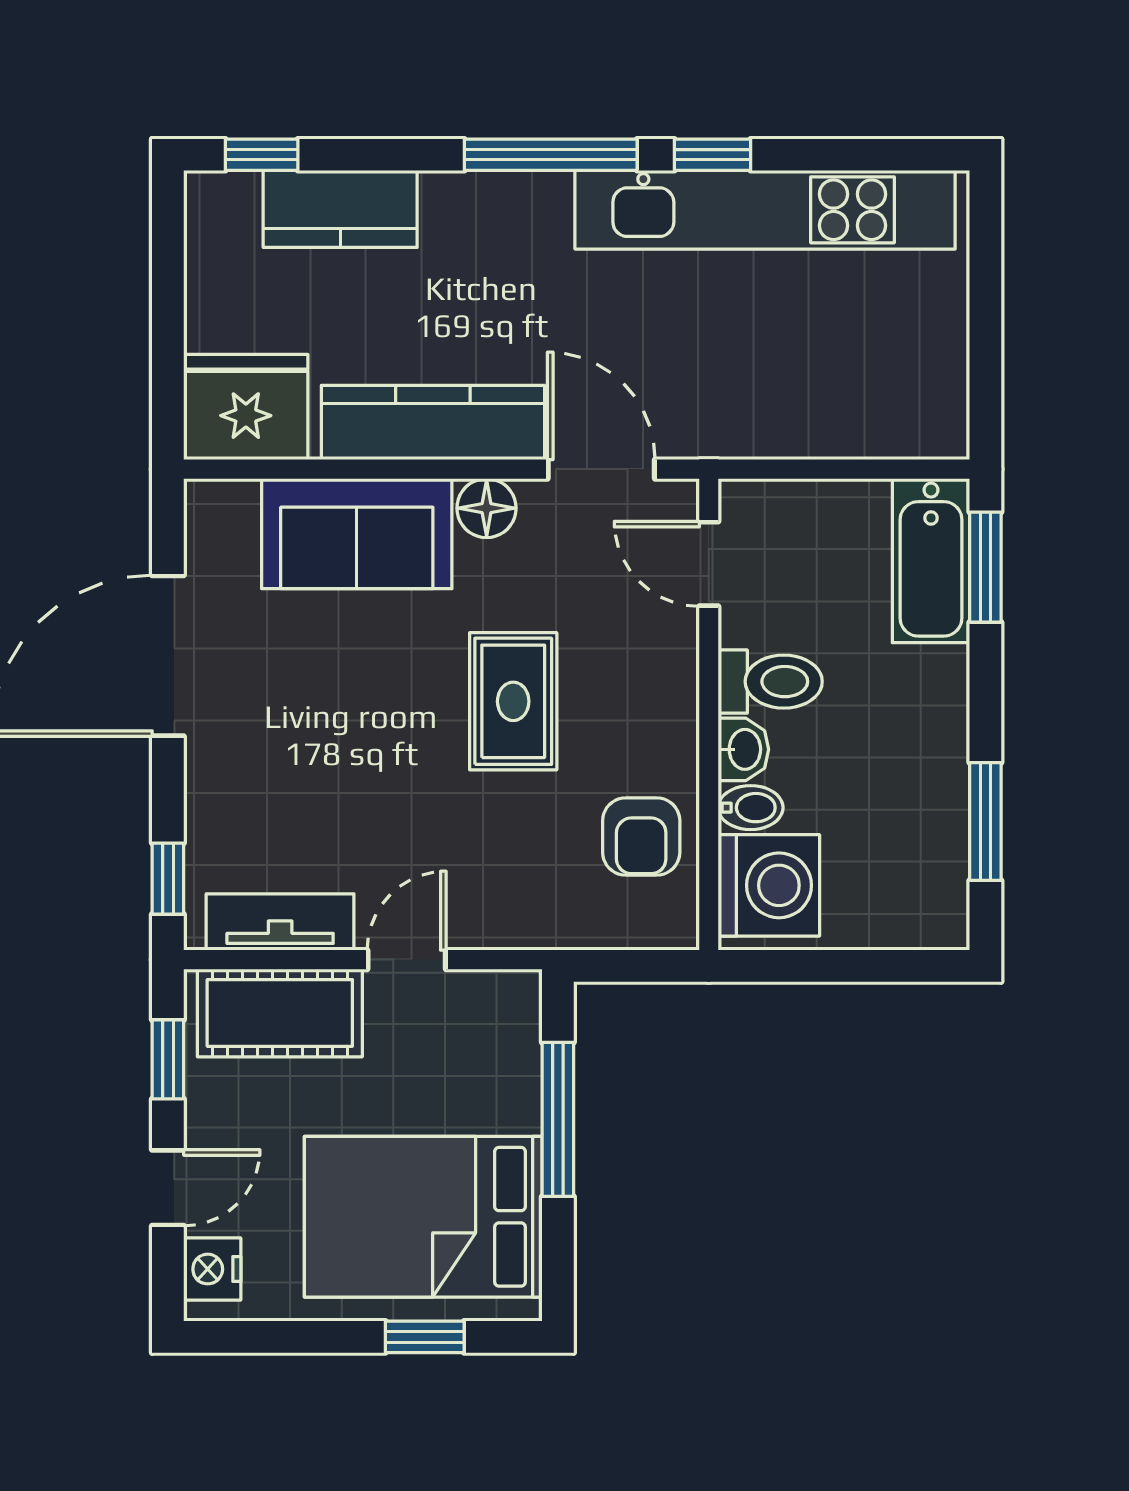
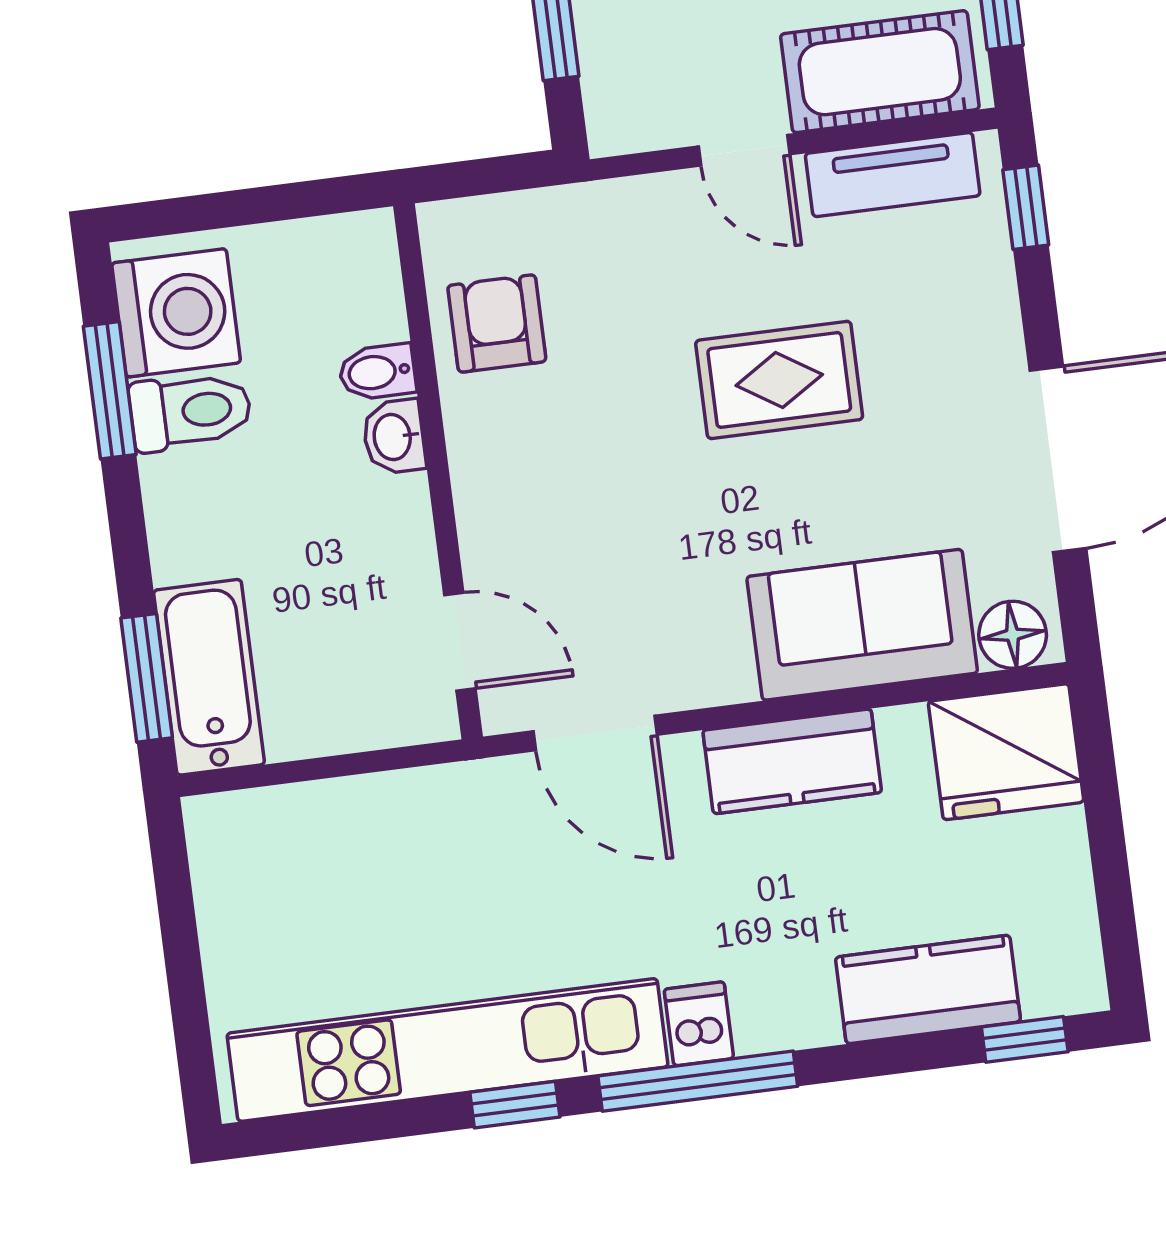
dishwasher: (543, 205) -> (699, 1024), added
kitchen counter: (433, 423) -> (792, 761), width x0.67
floor lamp: (487, 508) -> (1013, 635), moved
toilet: (770, 682) -> (190, 411), moved, turned 180
rug: (513, 701) -> (779, 380), moved, turned 90
washing machine: (769, 885) -> (176, 313), moved, turned 180
door: (407, 960) -> (744, 150), hinge flipped

